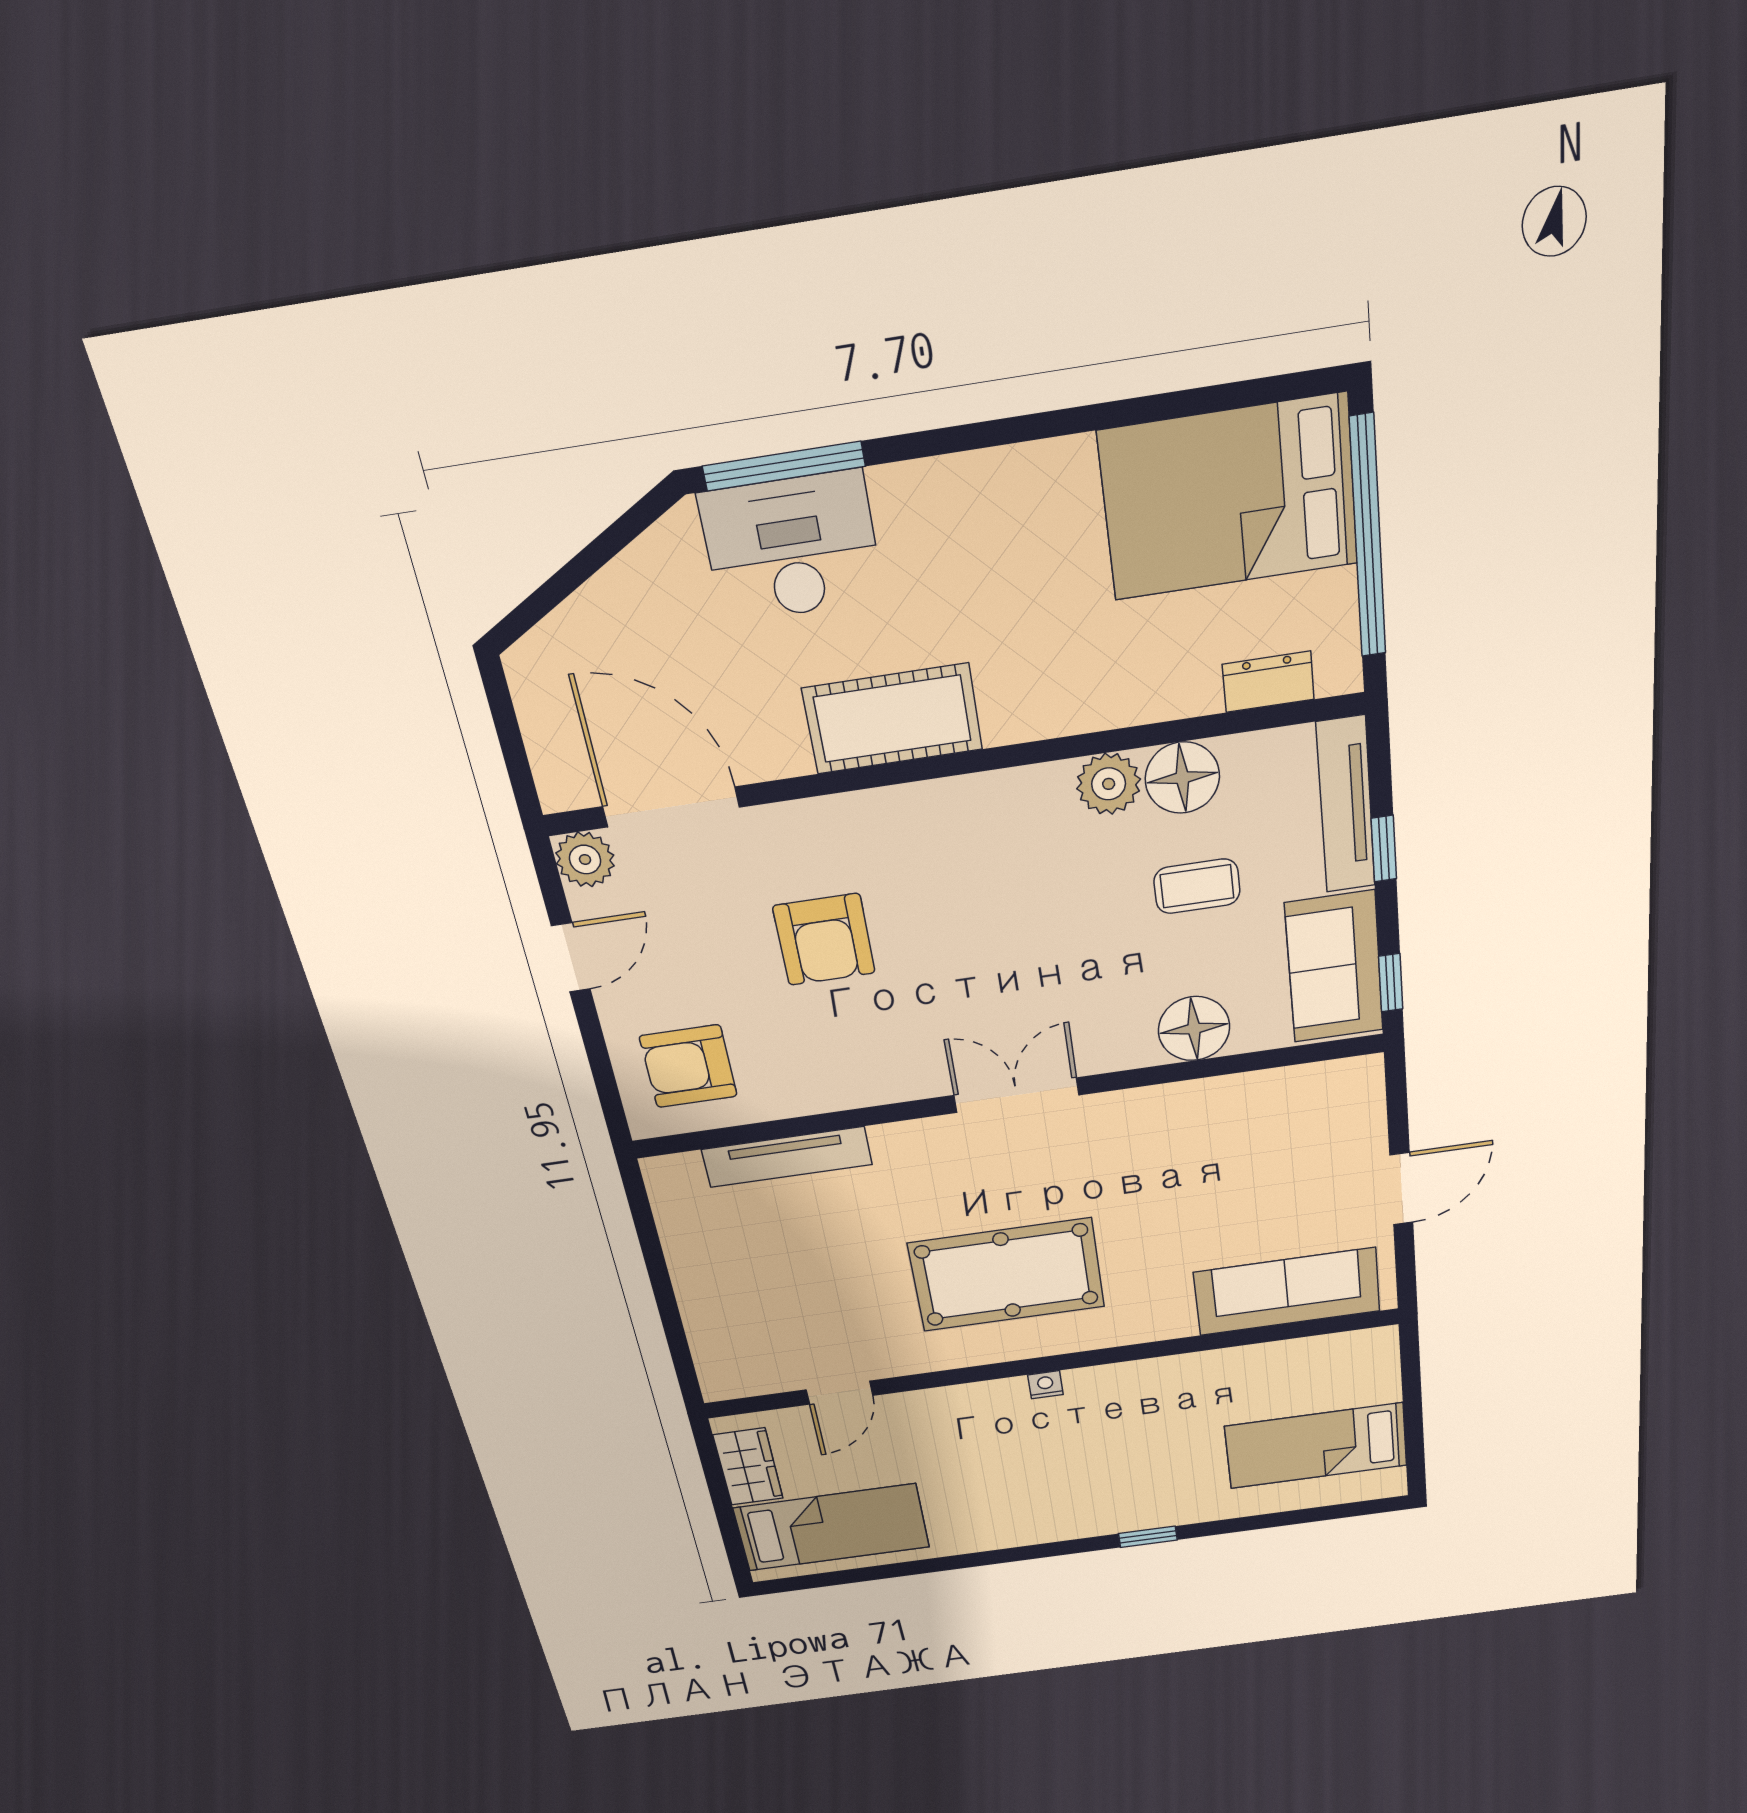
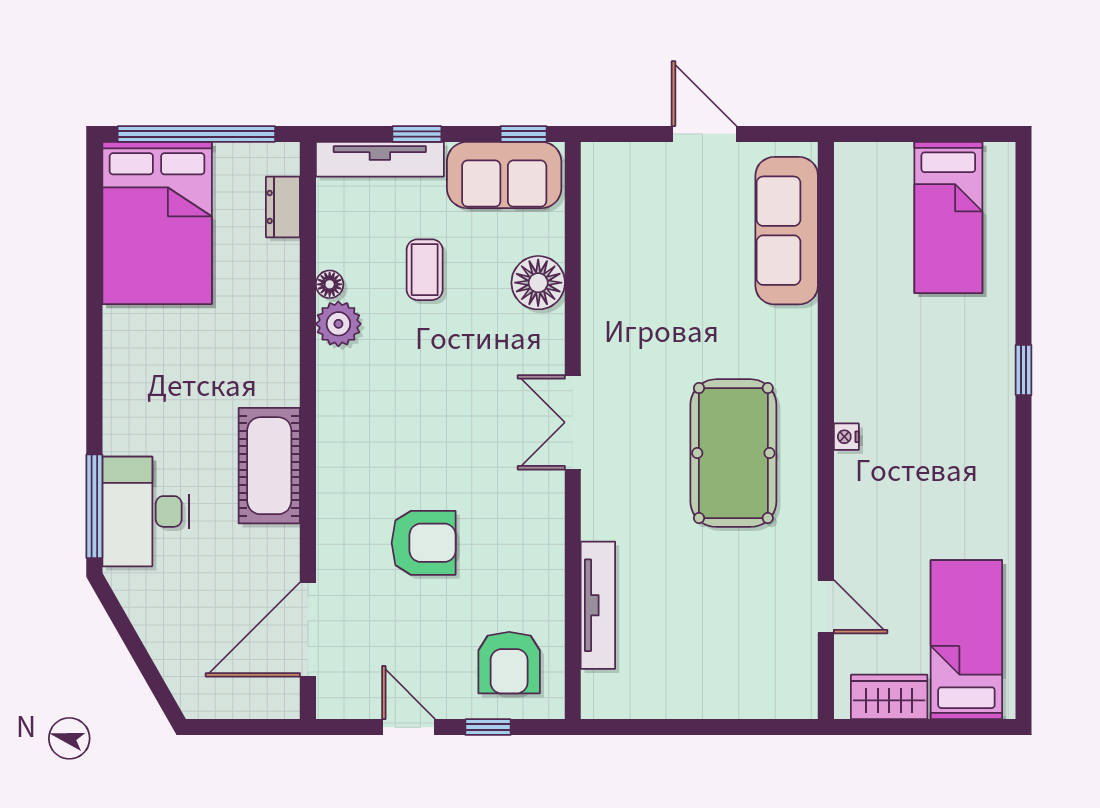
floor lamp: (1182, 778) -> (330, 284), width x0.53, depth x0.53
plant: (585, 859) -> (337, 698), removed
window: (597, 1054) -> (488, 727), added

